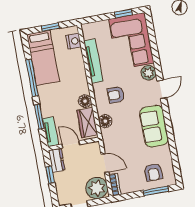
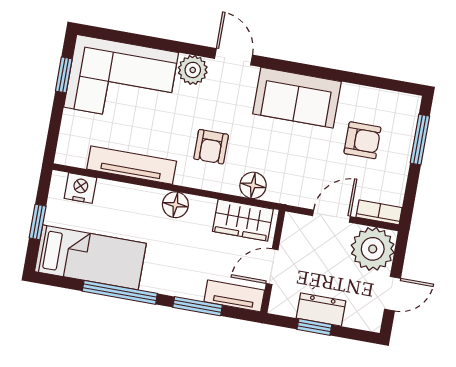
floor lamp: (85, 101) -> (175, 205), moved
dresser: (57, 160) -> (321, 309), moved
armchair: (153, 172) -> (362, 140), moved

